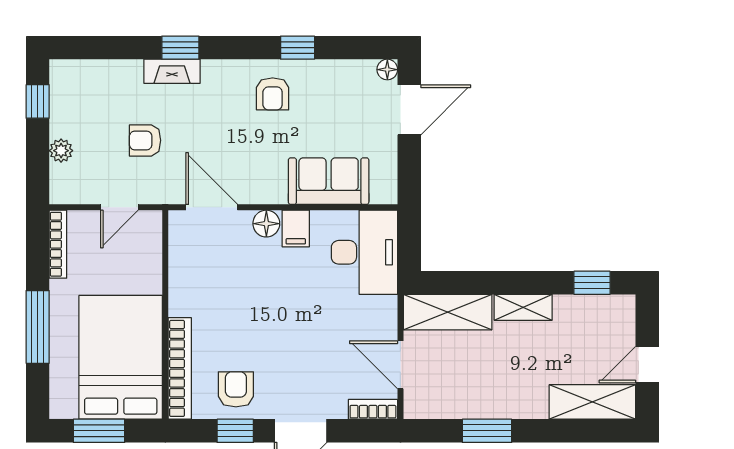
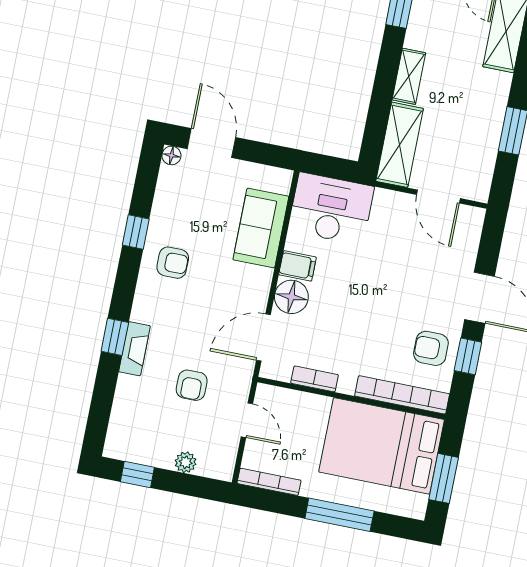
floor lamp: (266, 224) -> (291, 297), width x1.38, depth x1.38
door: (400, 365) -> (438, 197), hinge flipped
bookcase: (373, 409) -> (315, 379), moved, turned 90

